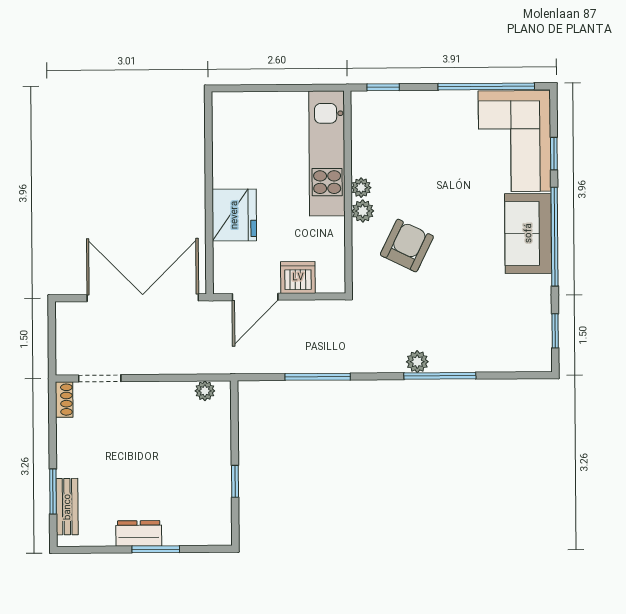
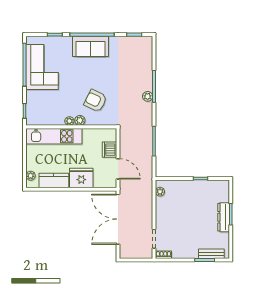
plant: (238, 102) -> (31, 176), added
corner sofa: (515, 141) -> (42, 67), moved, turned -90
kitchen counter: (228, 154) -> (54, 180), added
dresser: (139, 533) -> (224, 217), width x1.44

